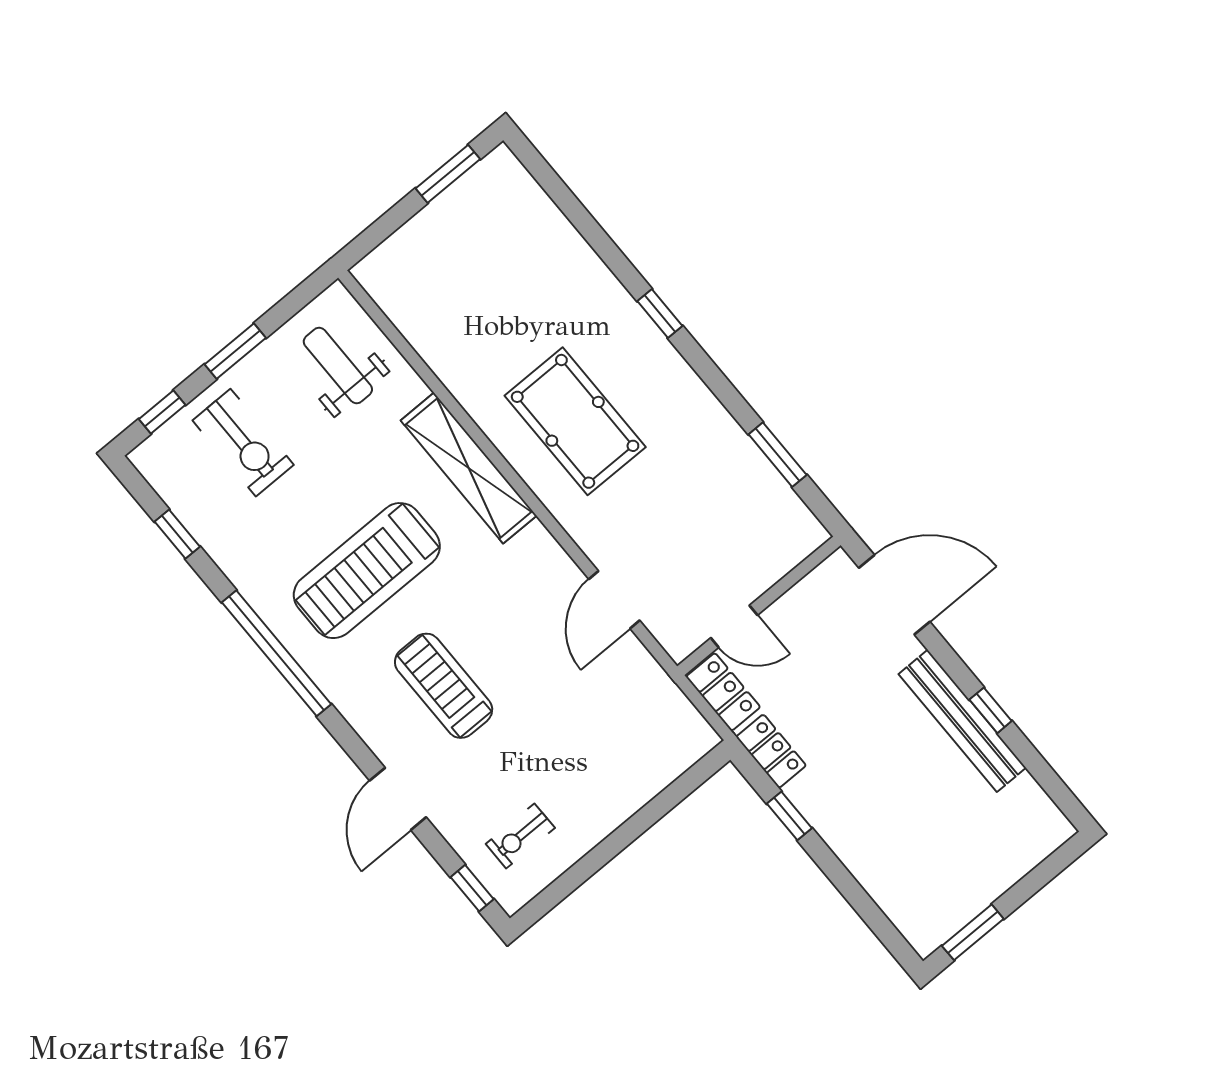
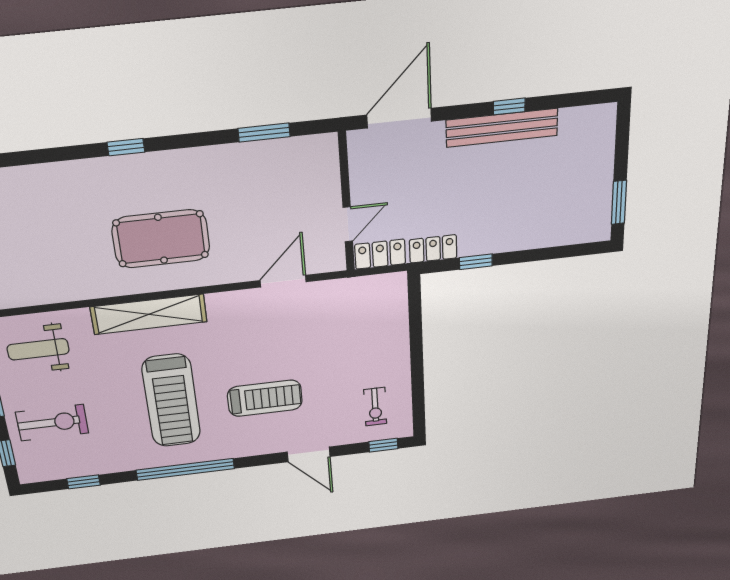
door: (614, 600) -> (283, 281), swing flipped
treadmill: (444, 686) -> (265, 398), turned 180

